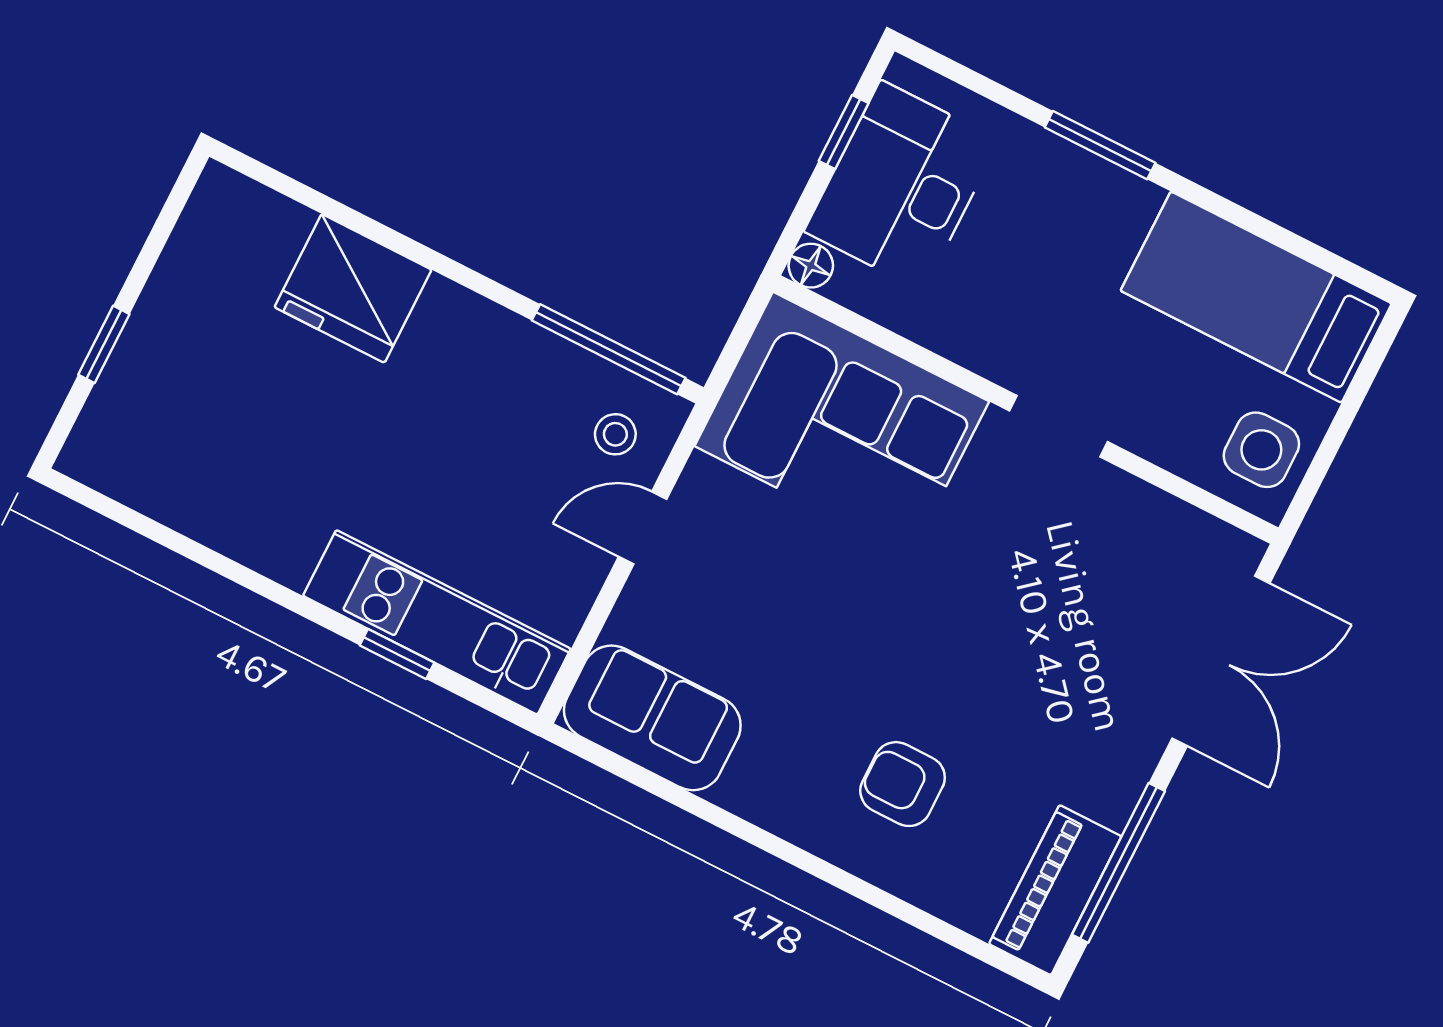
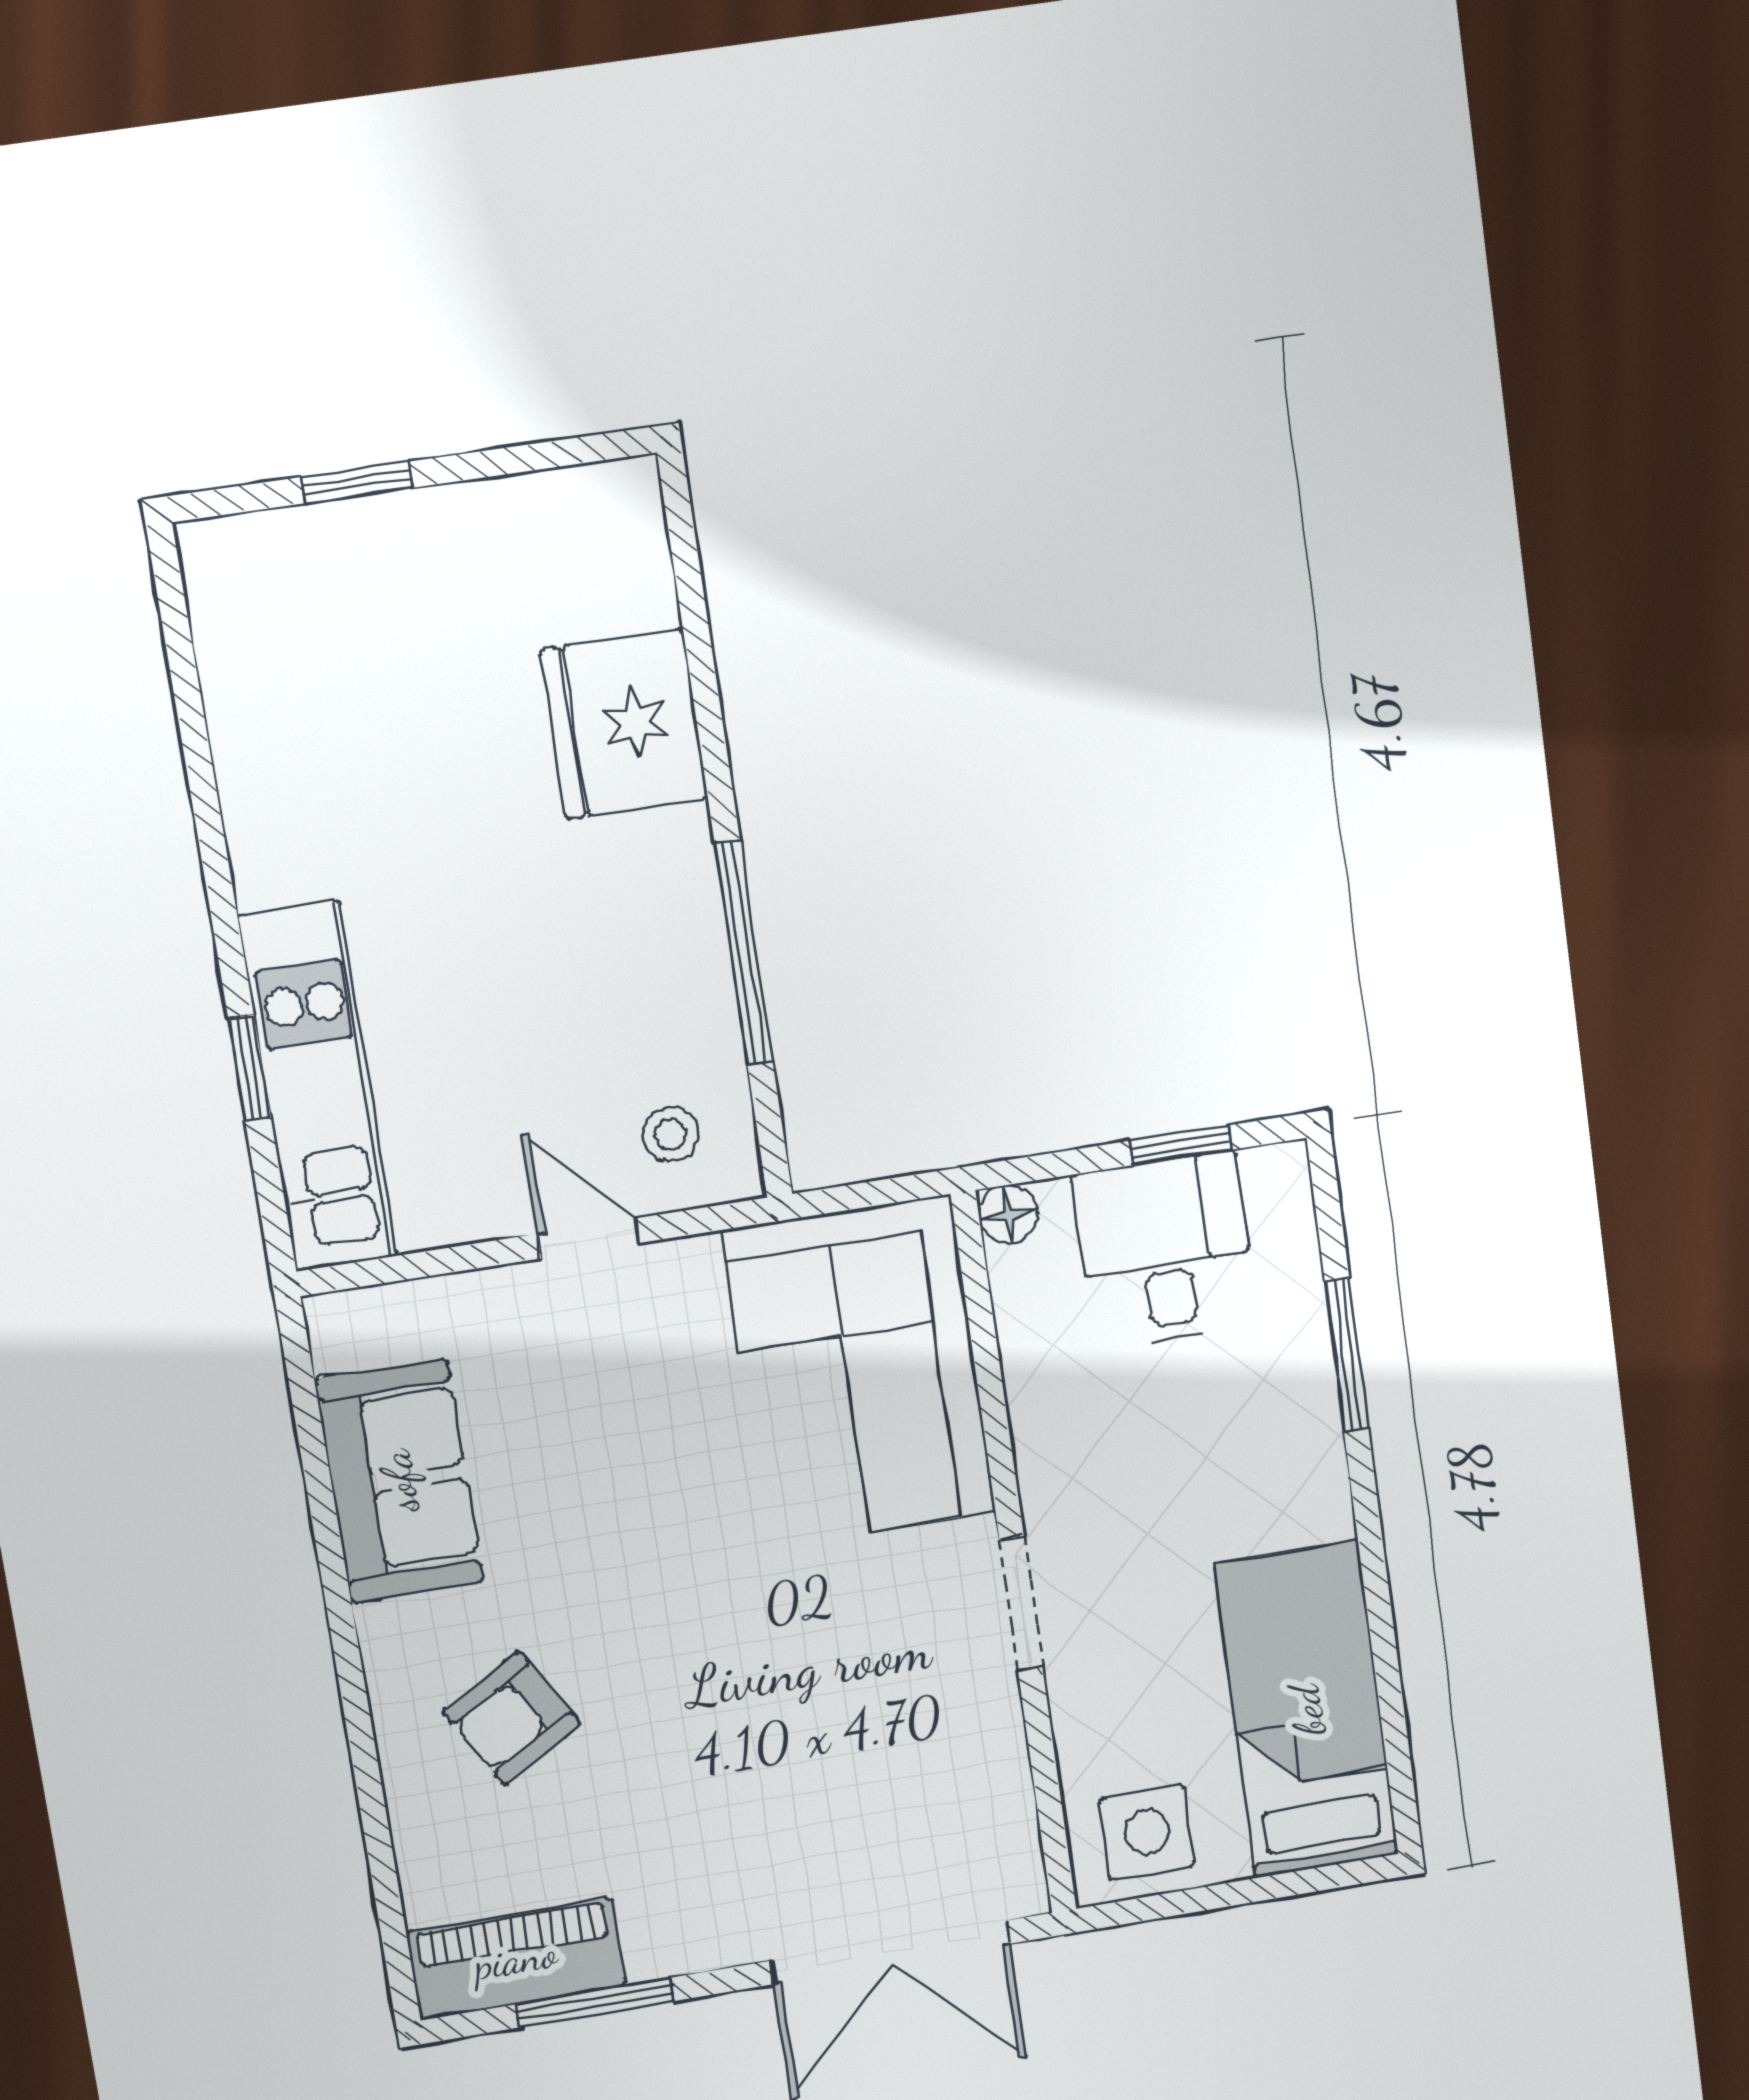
window: (1100, 145) -> (1347, 1355), moved
desk: (902, 186) -> (1165, 1250), width x0.73
window: (609, 349) -> (744, 953), moved
sofa: (652, 718) -> (399, 1481), moved
armchair: (903, 784) -> (512, 1718), turned -120
window: (1118, 863) -> (595, 2003), width x0.69

